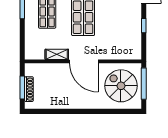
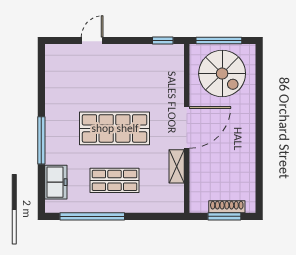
window: (144, 26) -> (163, 40), moved
spiral stairs: (121, 86) -> (222, 74), turned -90

